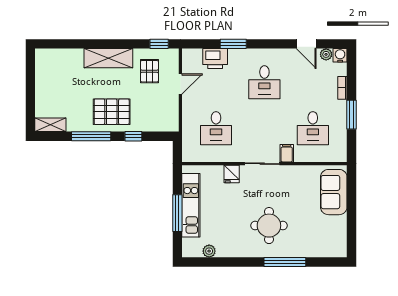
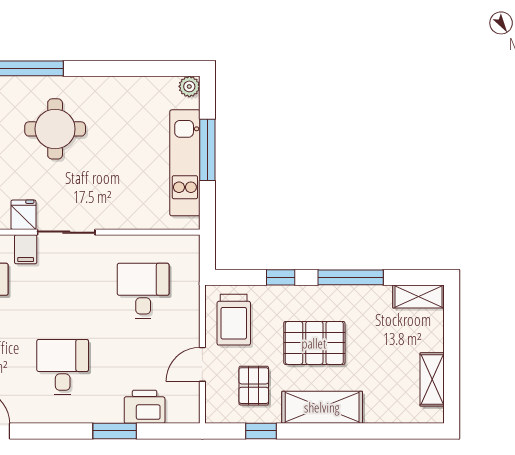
window: (159, 44) -> (261, 431), moved
shelving: (42, 75) -> (432, 379), added
trolley: (162, 111) -> (234, 320), added
pallet: (112, 112) -> (314, 343), moved
fridge: (232, 174) -> (23, 215), moved
plant: (209, 251) -> (189, 86), moved

